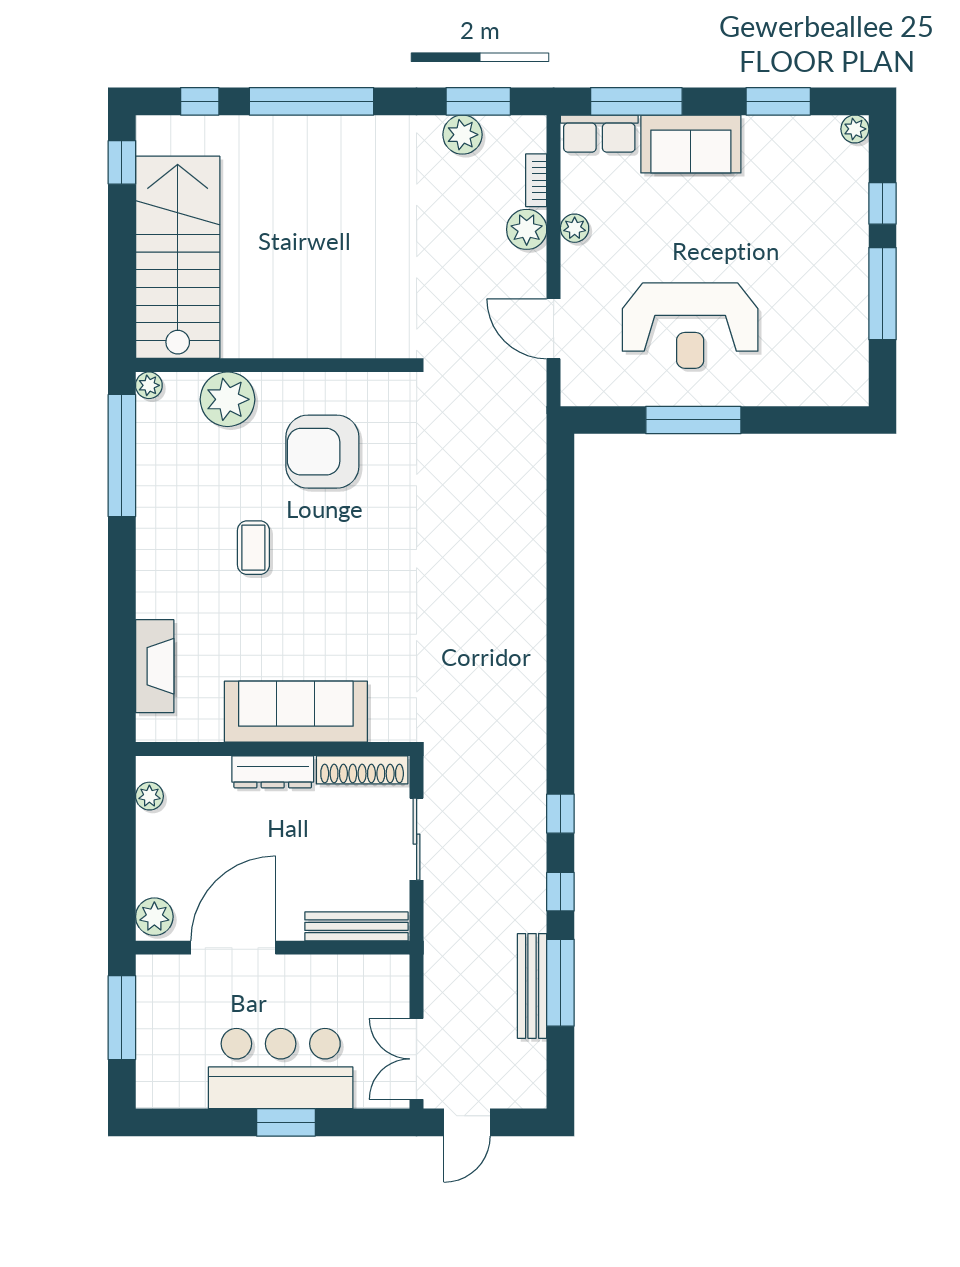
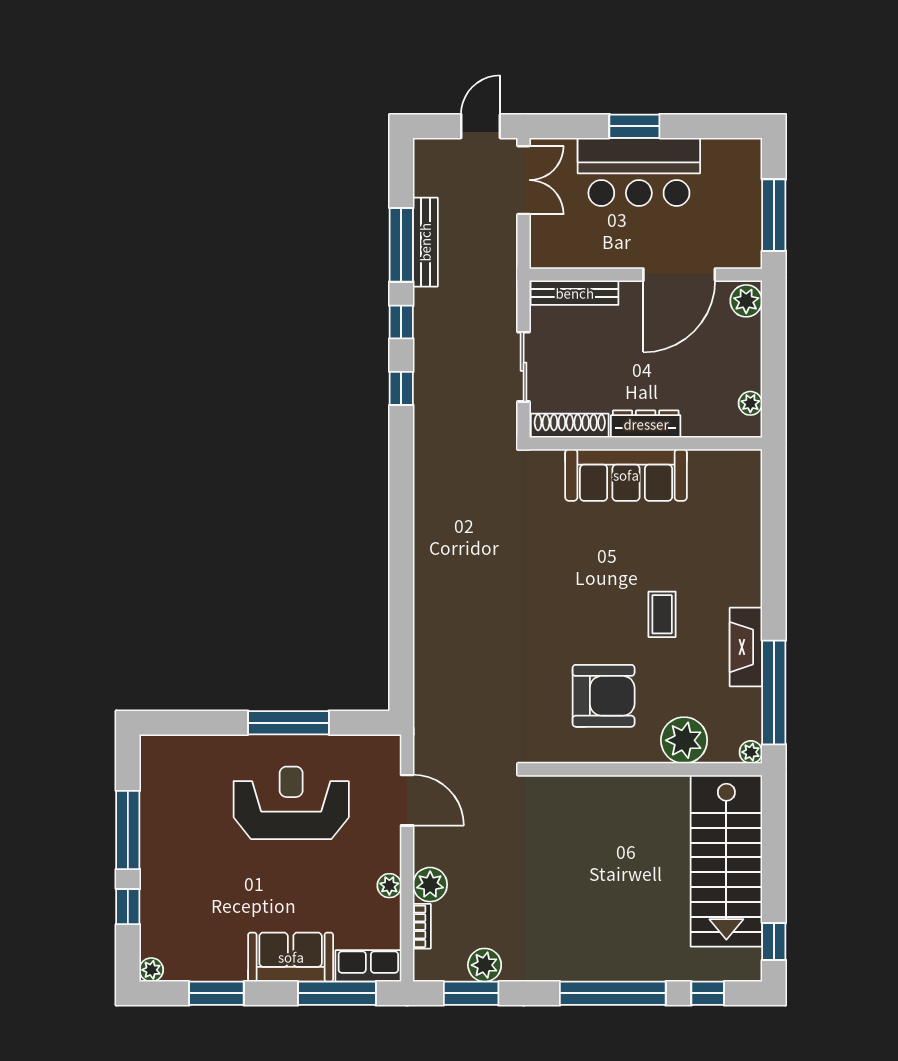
fireplace: (155, 666) -> (746, 647), moved

